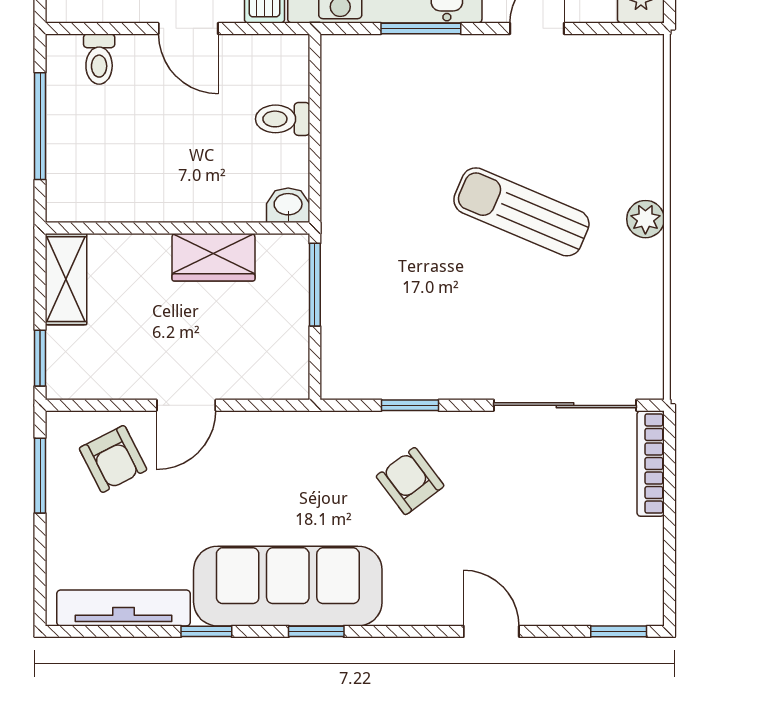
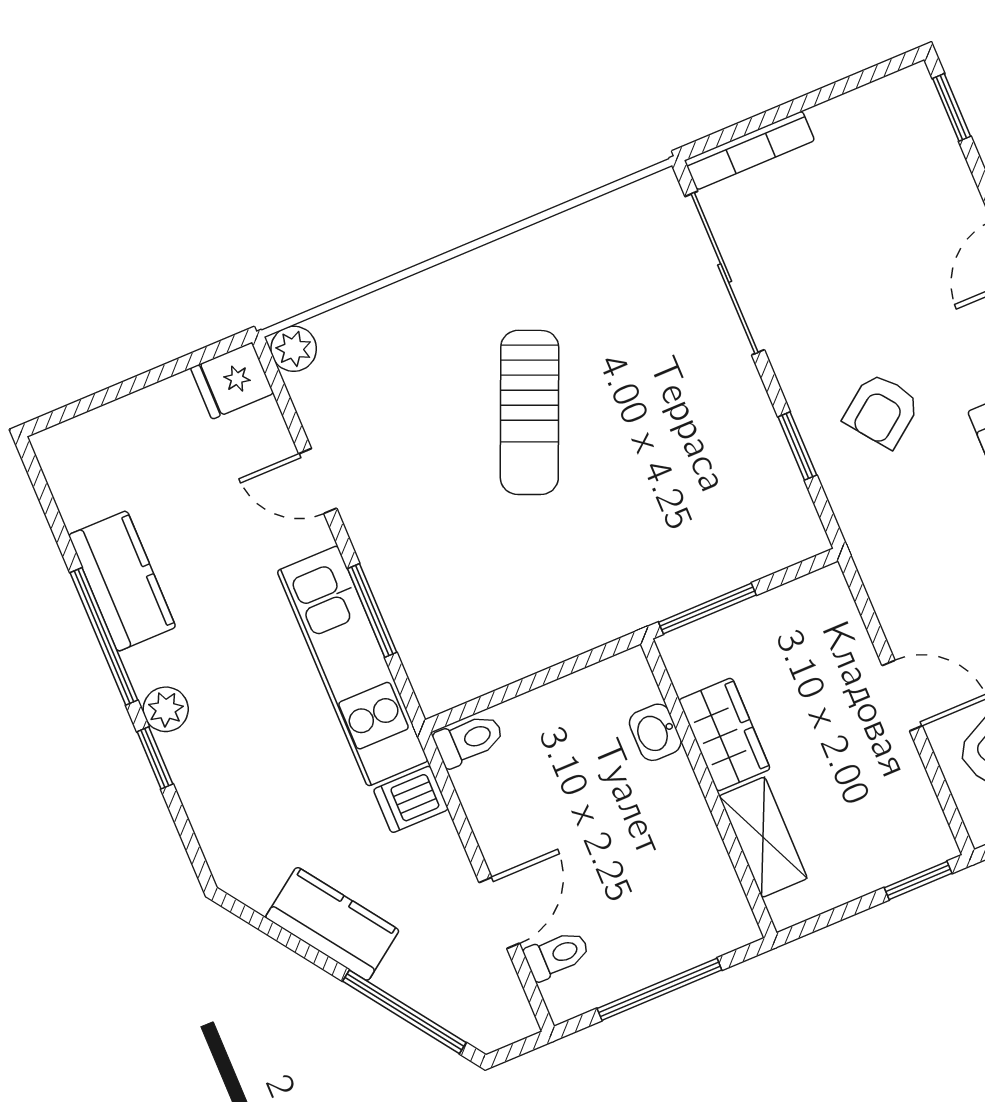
door: (188, 28) -> (499, 913), moved
toilet: (283, 119) -> (469, 740), moved, turned -90
washbasin: (288, 205) -> (655, 732), moved
plant: (645, 219) -> (294, 349), moved
shelving: (66, 279) -> (763, 837), moved, turned 90

